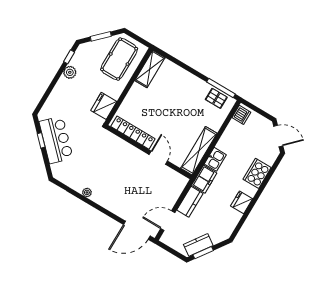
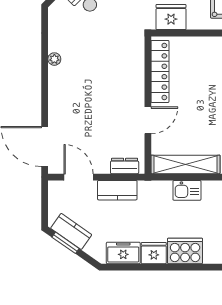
cooker: (257, 173) -> (185, 251), moved
freezer: (204, 179) -> (123, 253), moved, turned 180
dresser: (178, 188) -> (125, 166), added

